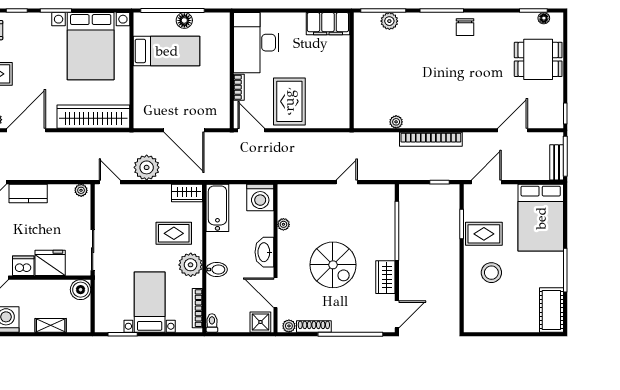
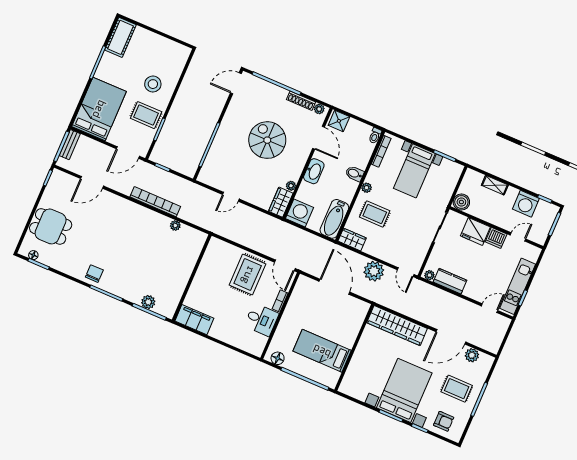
floor lamp: (184, 20) -> (278, 358), moved
desk: (256, 43) -> (262, 320), width x0.53, depth x0.77
bed with nightstands: (91, 46) -> (404, 390), moved
kitchen counter: (28, 193) -> (450, 281), moved
plant: (191, 265) -> (367, 188), width x0.53, depth x0.53
wardrobe: (385, 277) -> (281, 202), moved, turned 180

